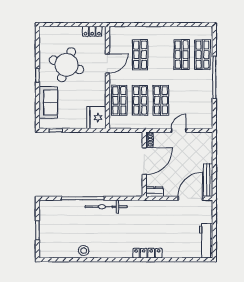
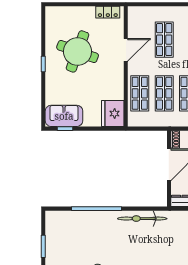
sofa: (48, 103) -> (64, 116), moved, turned -90
bicycle: (106, 207) -> (142, 219), moved

